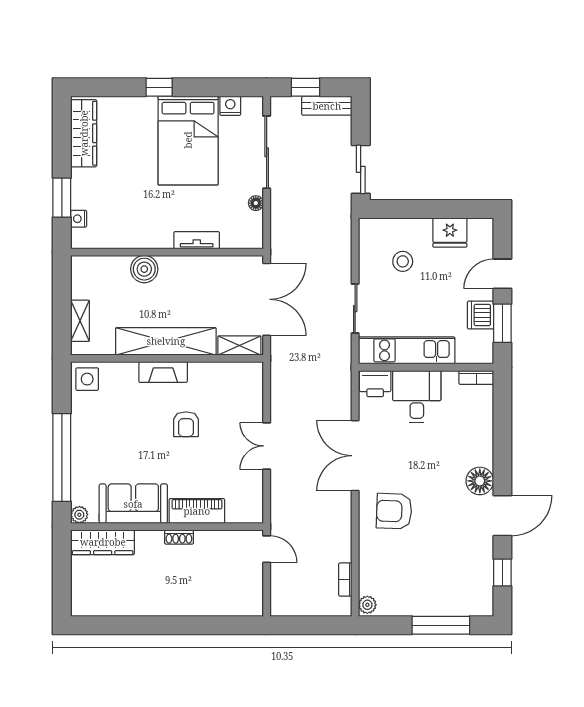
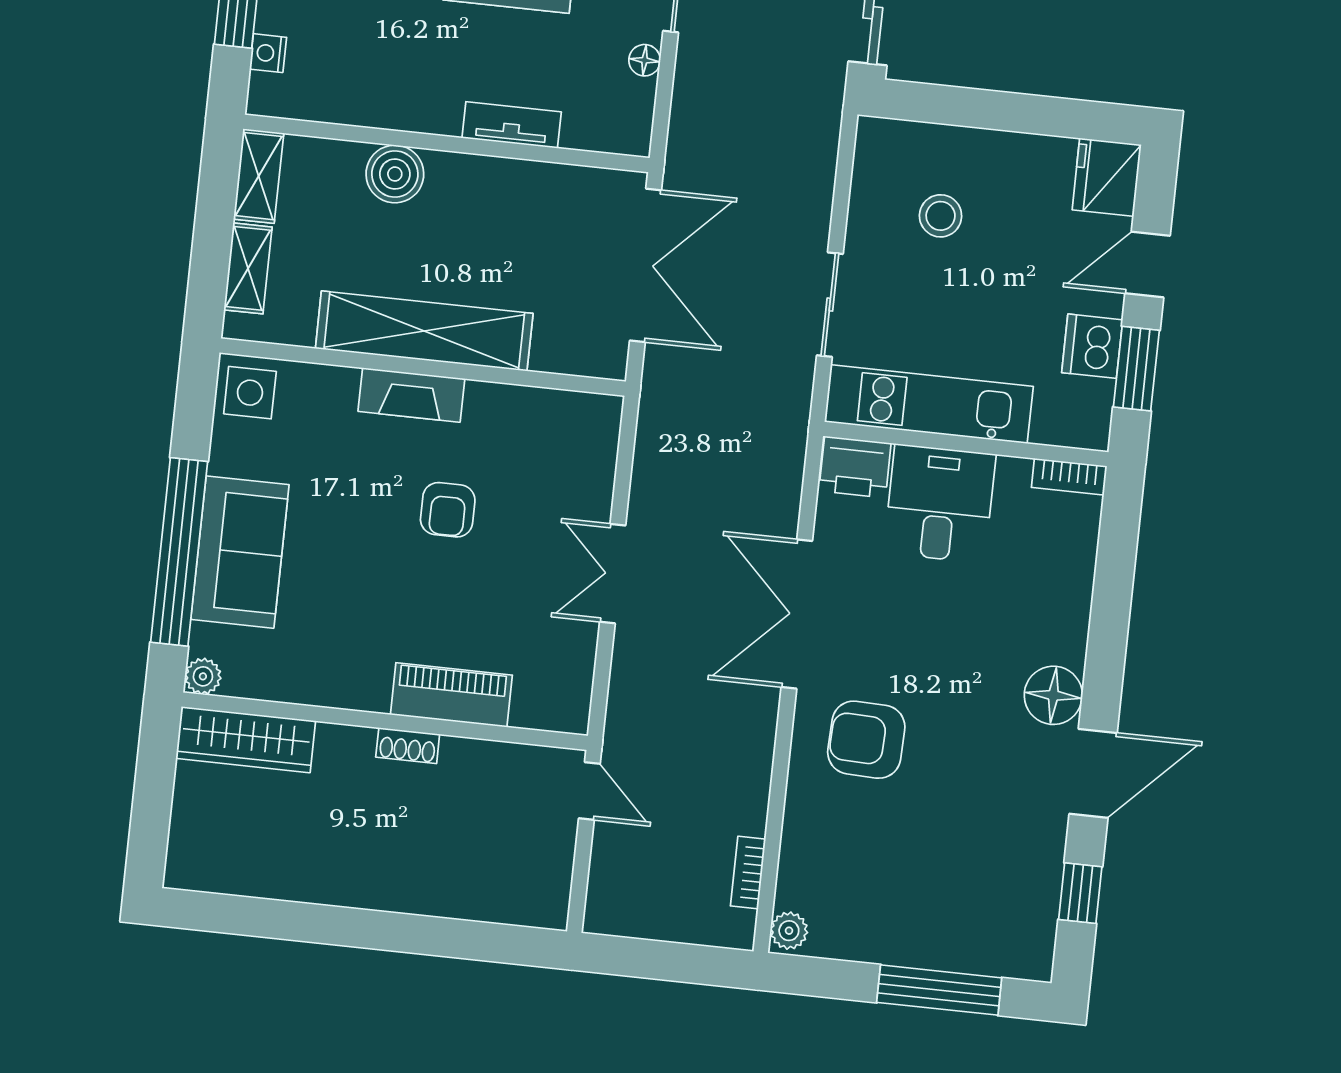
fridge: (450, 233) -> (1107, 177), moved, turned 90
shelving: (239, 345) -> (259, 176), moved, turned 90
sofa: (133, 504) -> (240, 552), moved, turned 90

